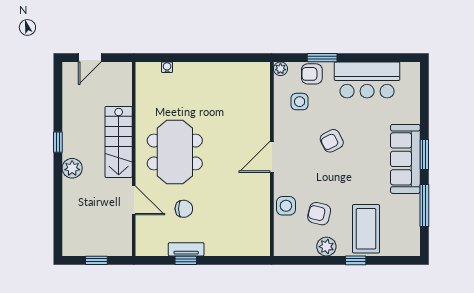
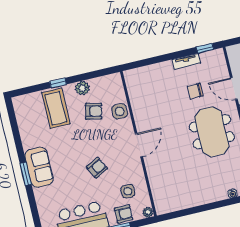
sofa: (405, 159) -> (39, 167), width x0.73
window: (424, 206) -> (17, 136), removed
window: (186, 260) -> (205, 48), moved

